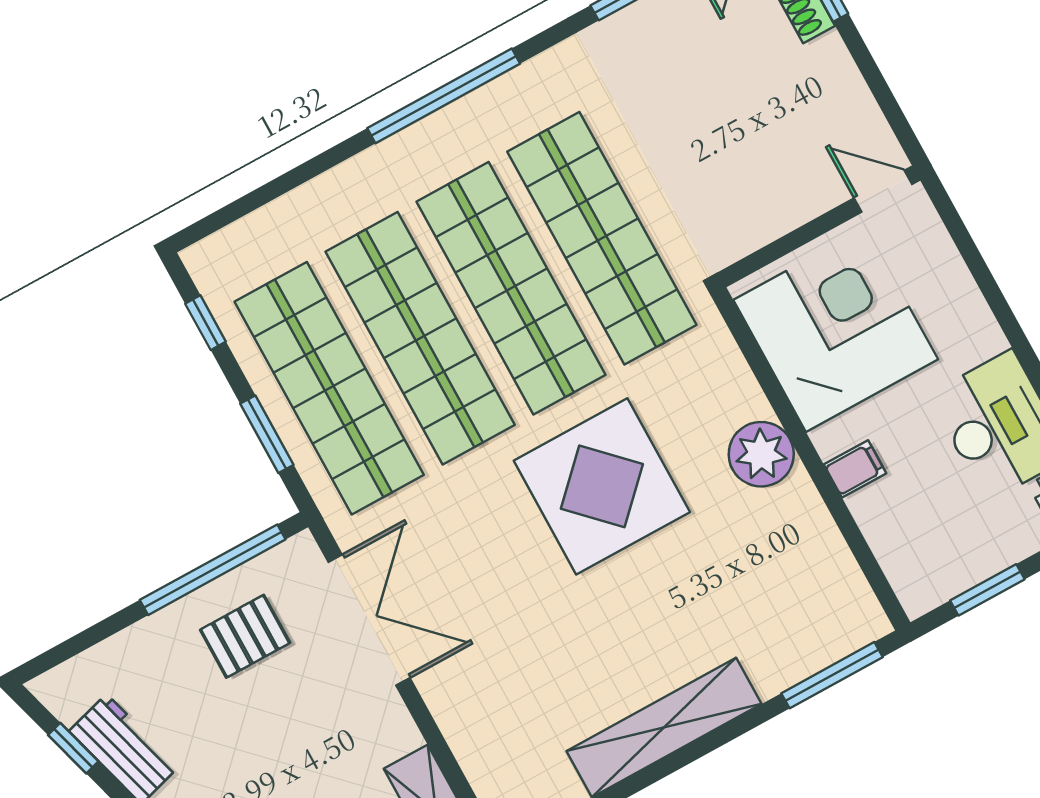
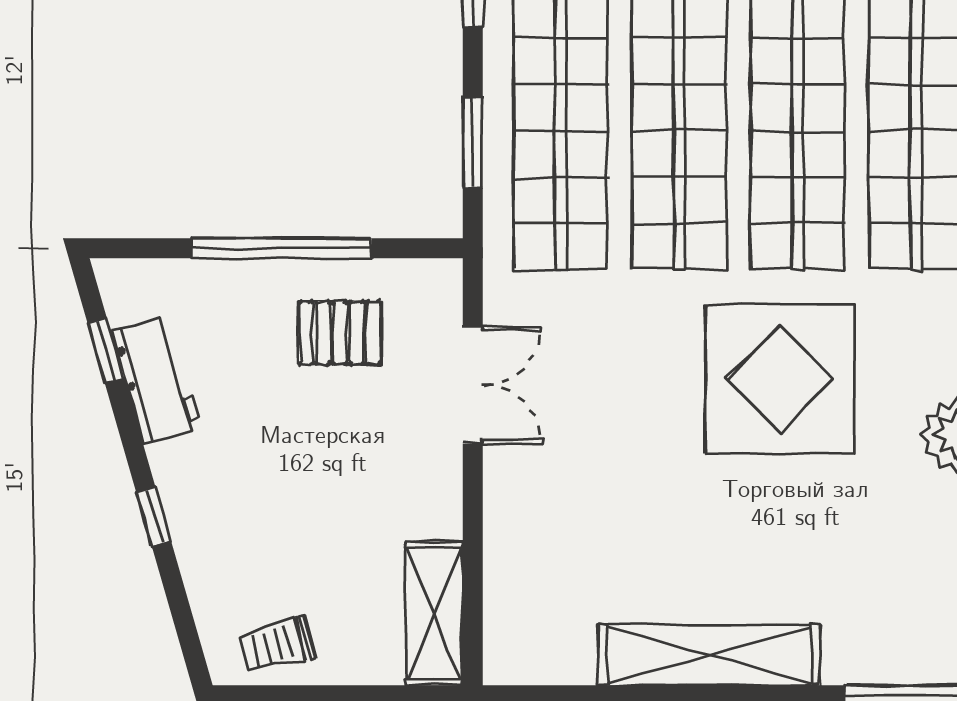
window: (213, 570) -> (281, 248), moved
double door: (369, 620) -> (473, 385), width x0.73

